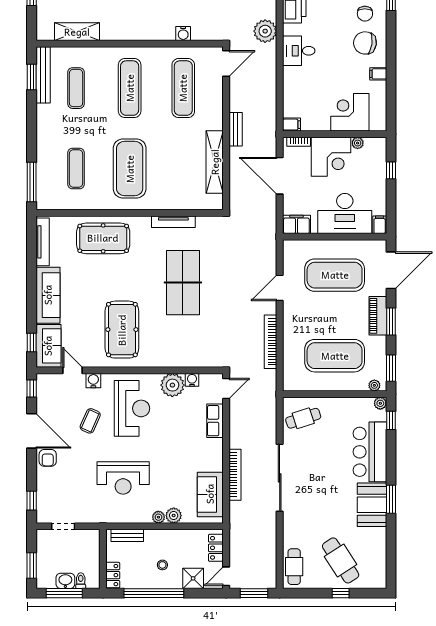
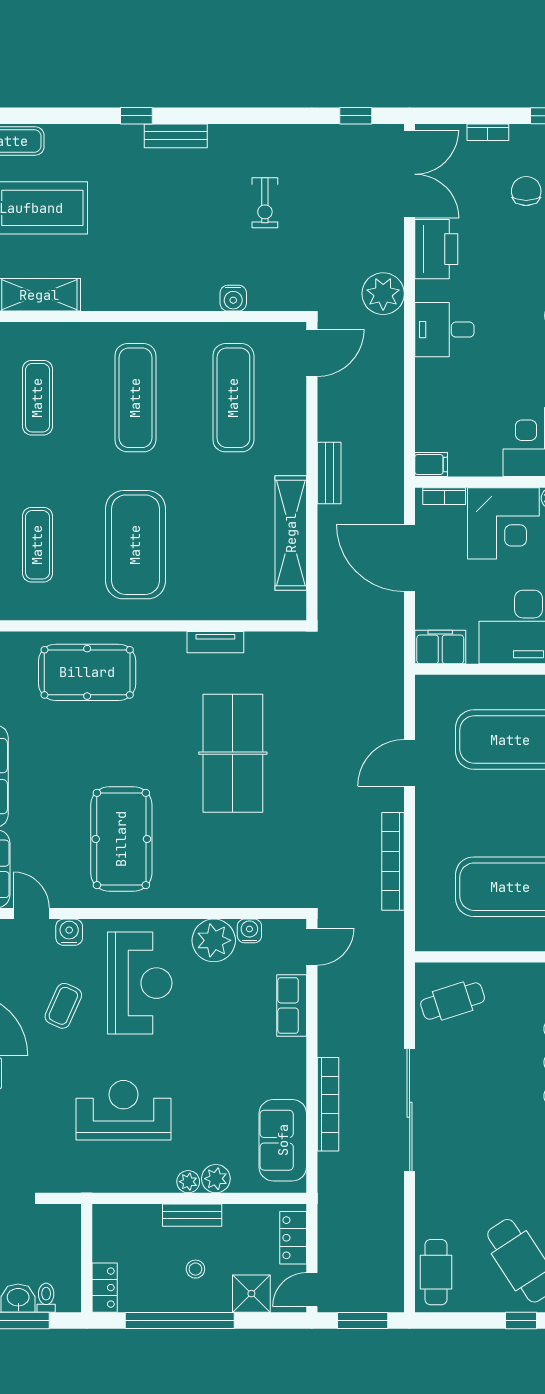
tv unit: (173, 222) -> (215, 642), width x0.71
reception desk: (123, 478) -> (123, 1110), turned 180
bench: (127, 535) -> (192, 1215), moved

